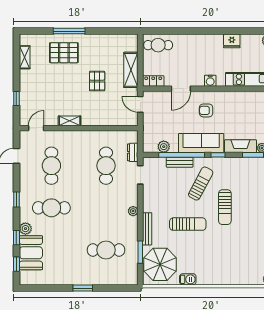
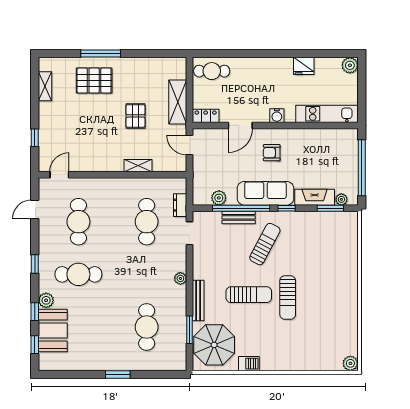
shelving: (70, 121) -> (138, 166), moved
sun lounger: (225, 207) -> (288, 298), moved
cafe table: (106, 250) -> (147, 327), turned 90

